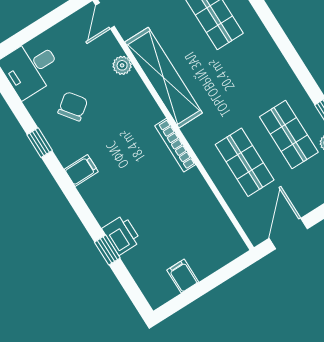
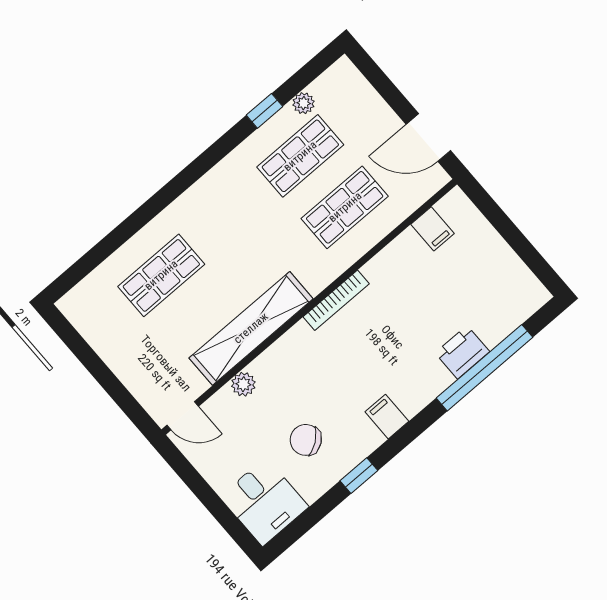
window: (107, 250) -> (484, 368), width x3.17
filing cabinet: (183, 276) -> (433, 229), moved, turned -90

